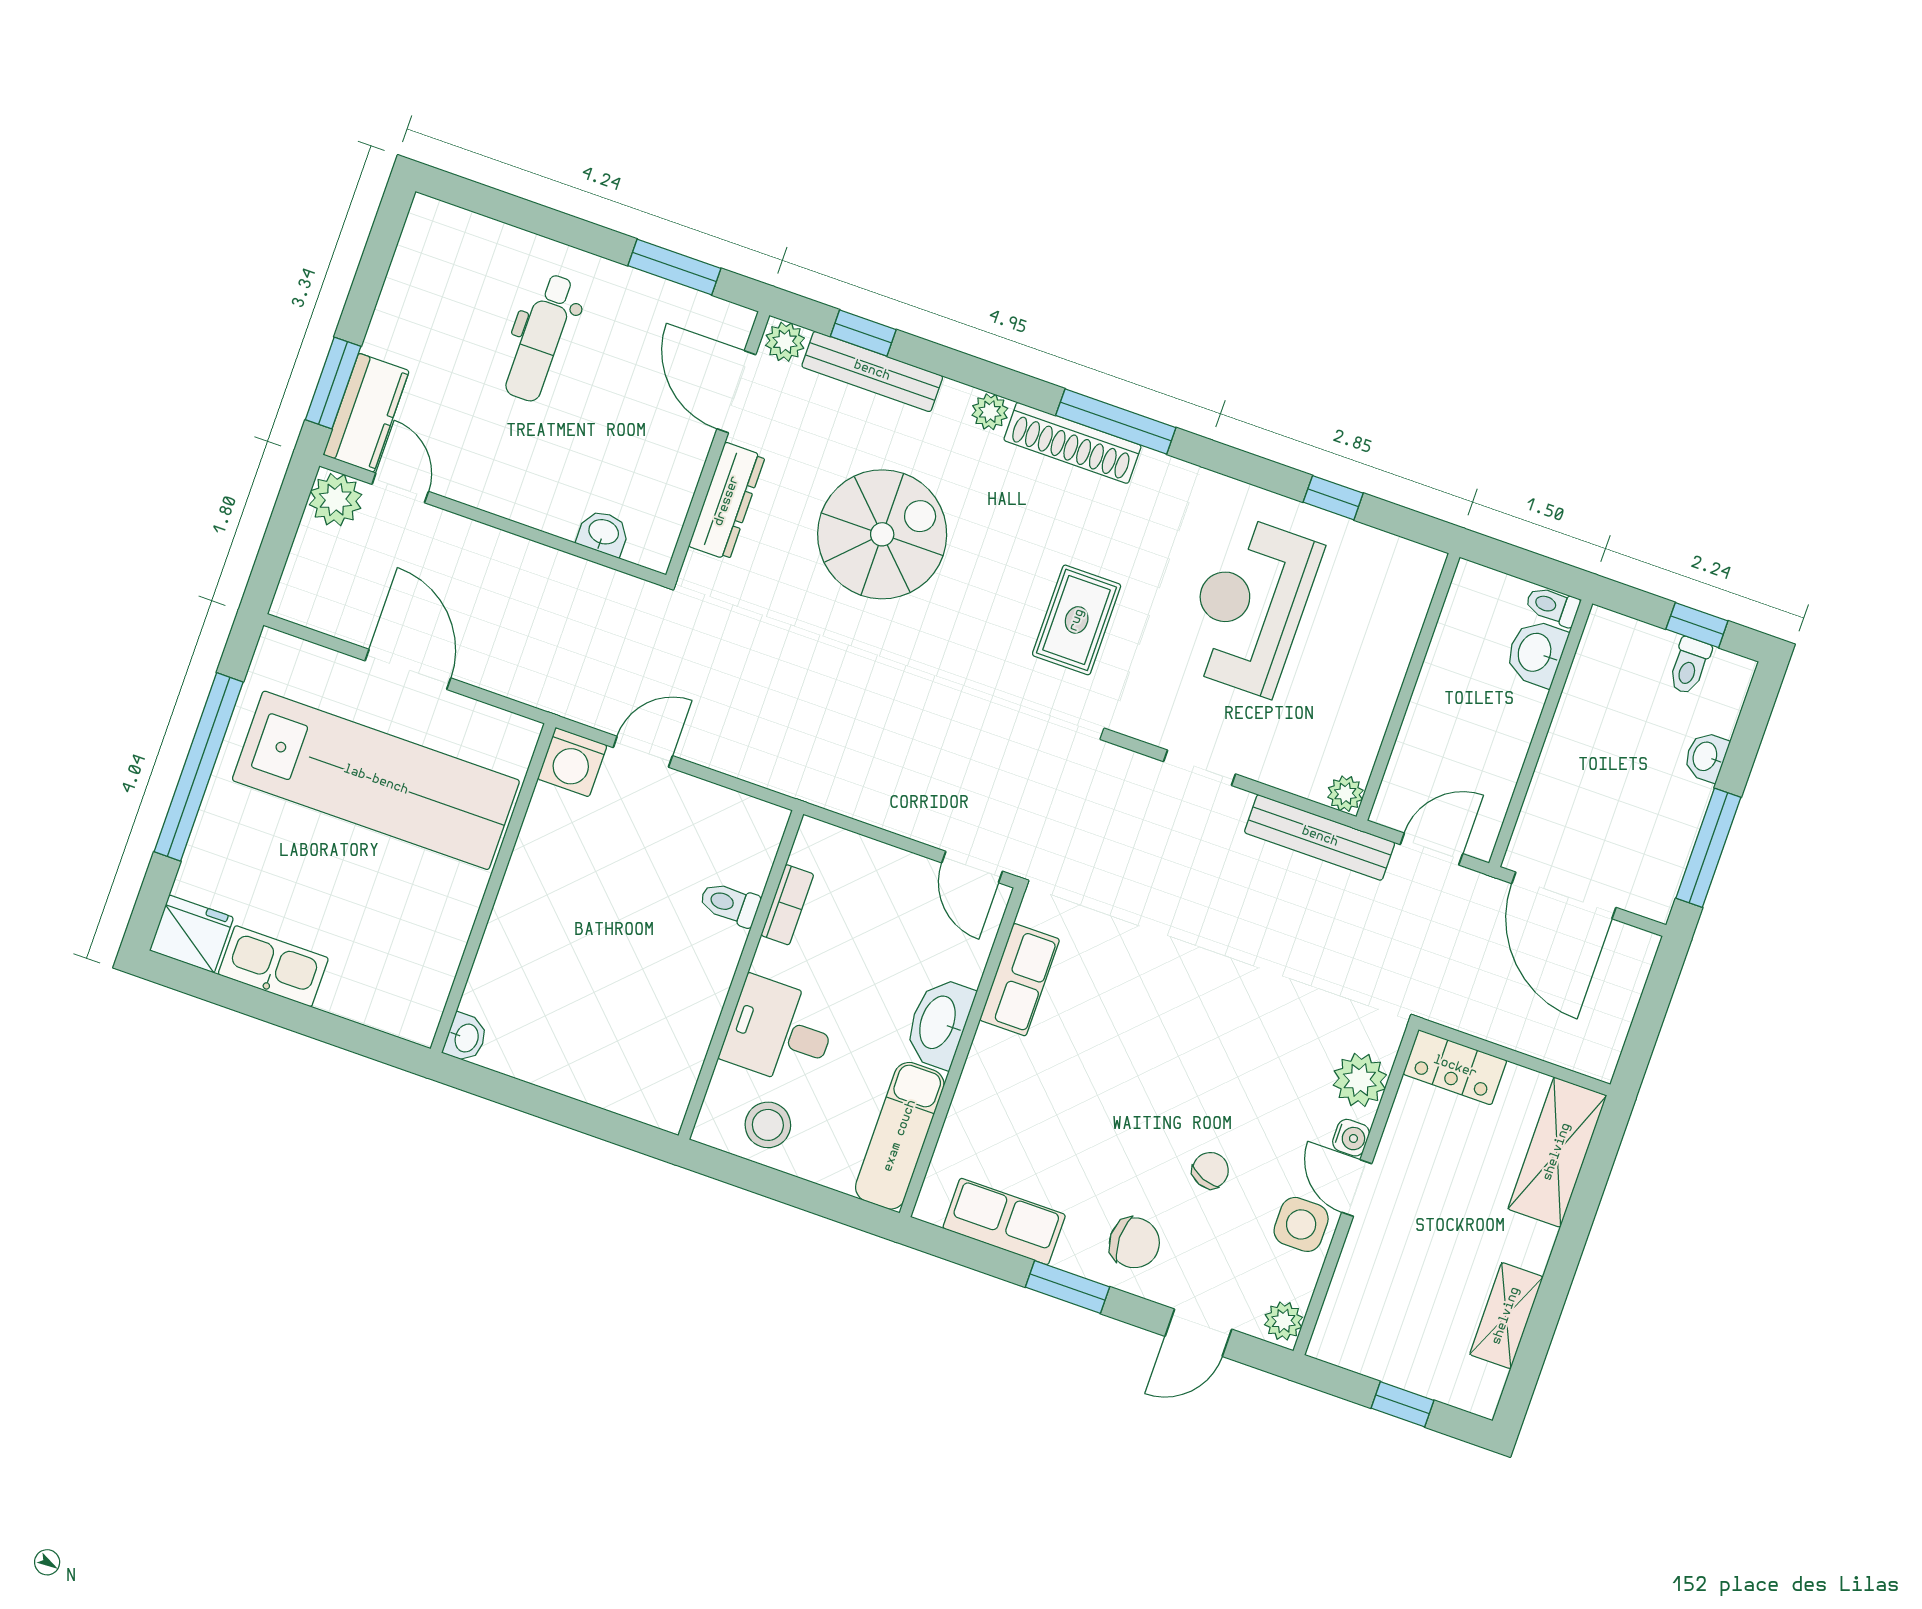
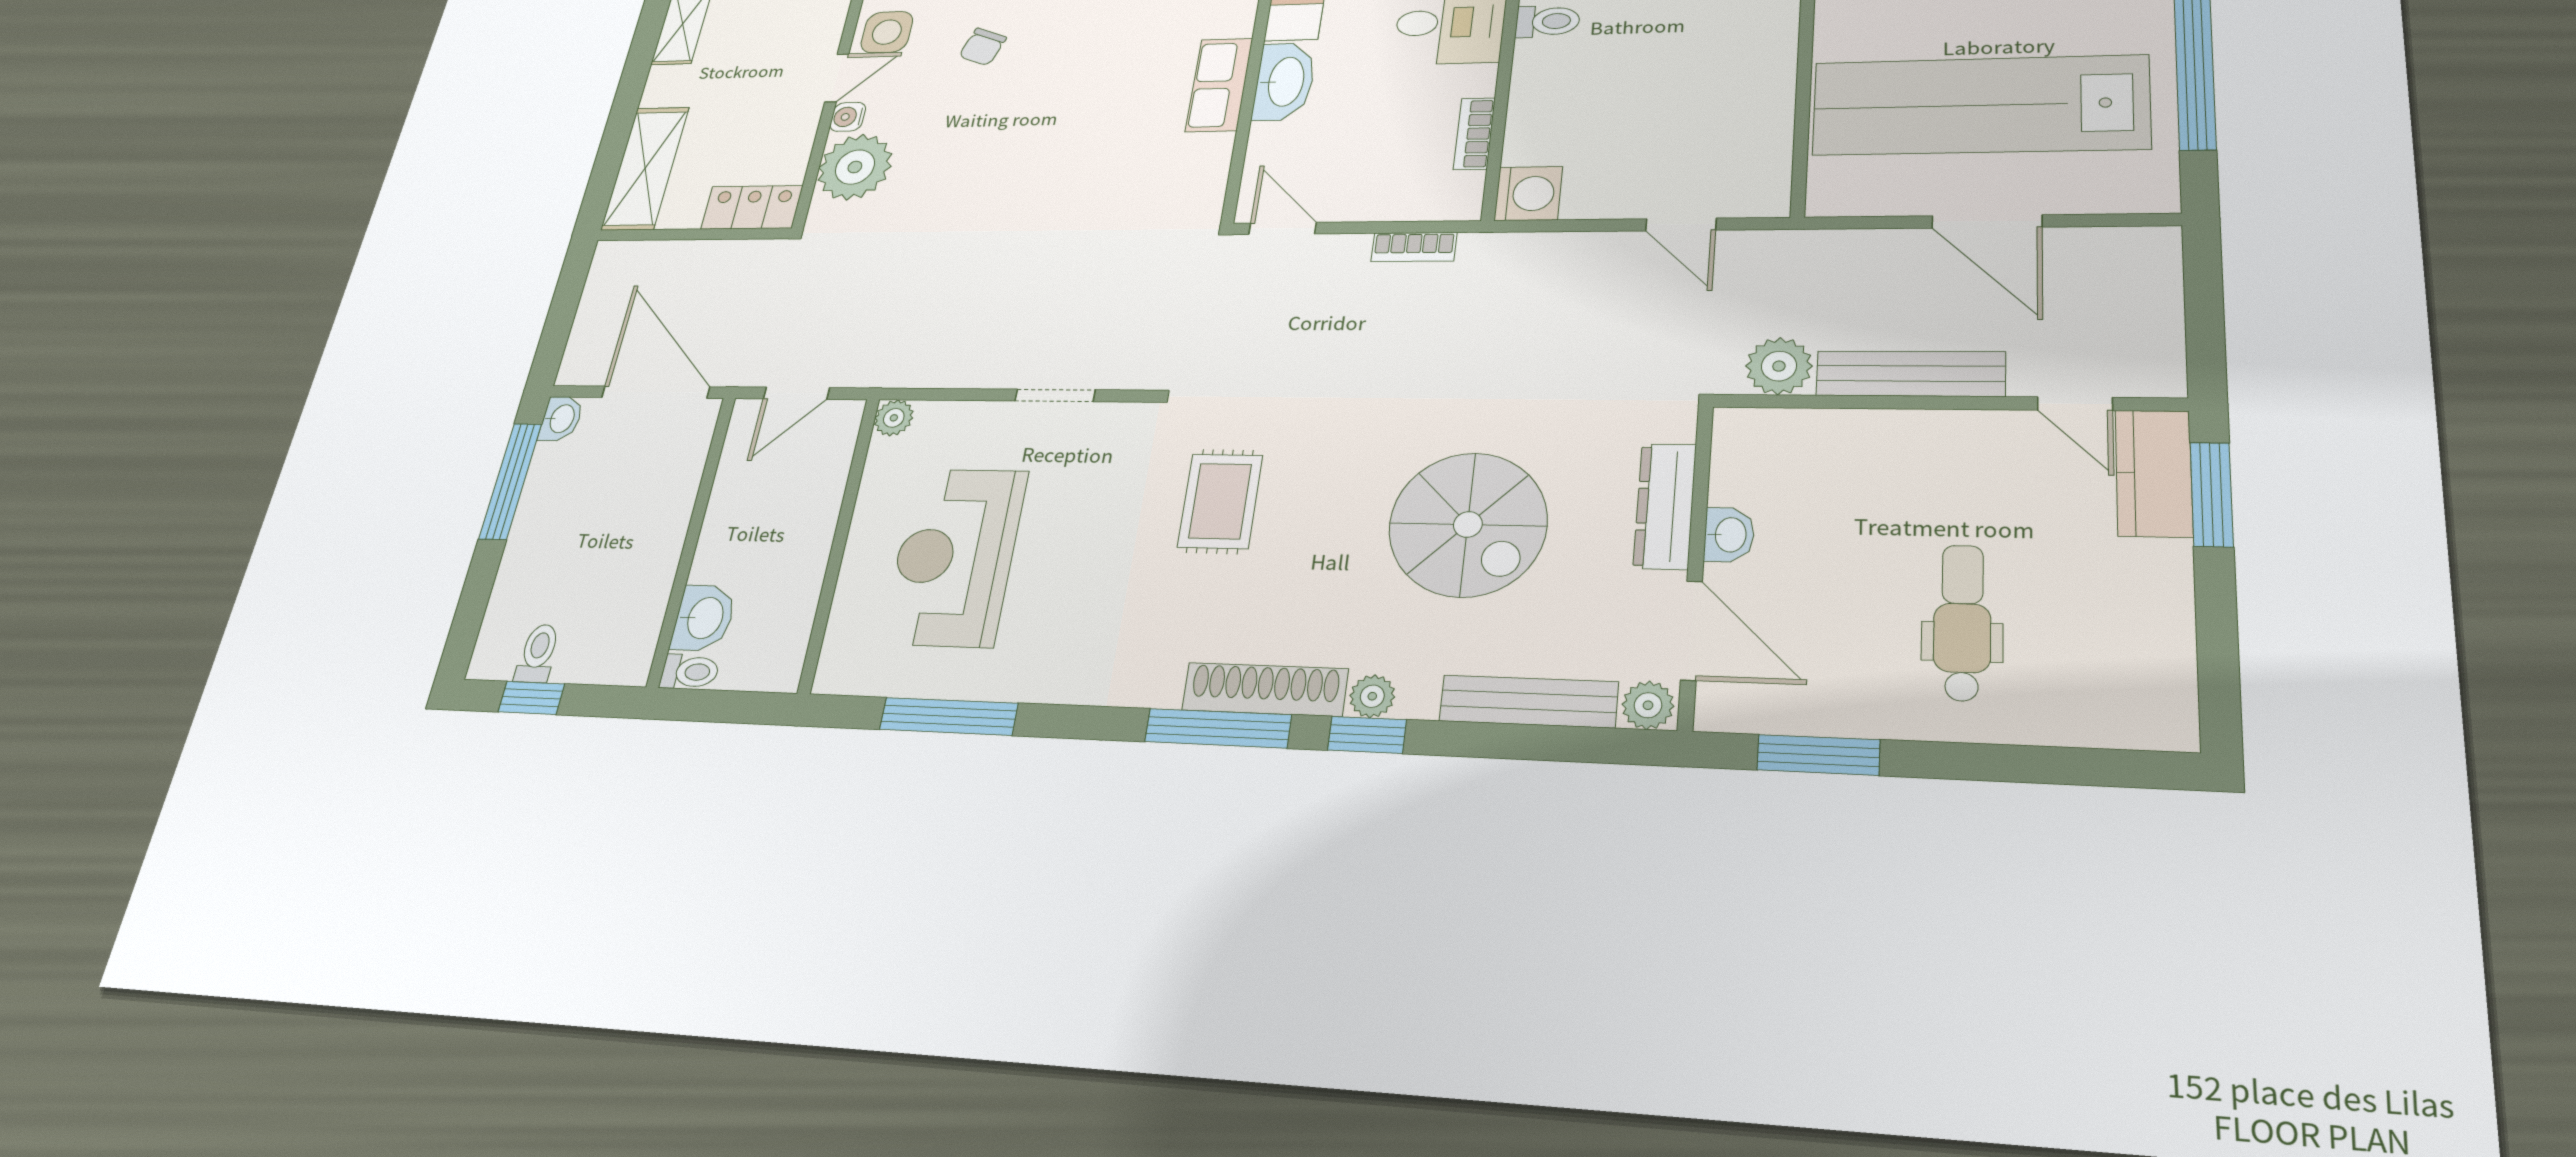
window: (863, 333) -> (1367, 735), moved
window: (1333, 498) -> (949, 716), width x2.17
plant: (336, 500) -> (1779, 366), moved
washbasin: (603, 533) -> (1729, 535), moved, turned -90
spiral stairs: (882, 534) -> (1468, 524), turned -90
reception desk: (1250, 606) -> (955, 557), moved, turned 180
door: (643, 752) -> (1681, 225), hinge flipped
washbasin: (1706, 757) -> (561, 419), moved
washing machine: (572, 762) -> (1528, 194), moved, turned 90
bookcase: (865, 808) -> (1414, 247), added
bench: (1320, 837) -> (1910, 374), moved
toilet: (730, 904) -> (1548, 21), moved
row of seats: (1020, 980) -> (1219, 85), moved
plant: (1360, 1080) -> (855, 167), width x1.36, depth x1.36
door: (1357, 1188) -> (837, 78), hinge flipped

